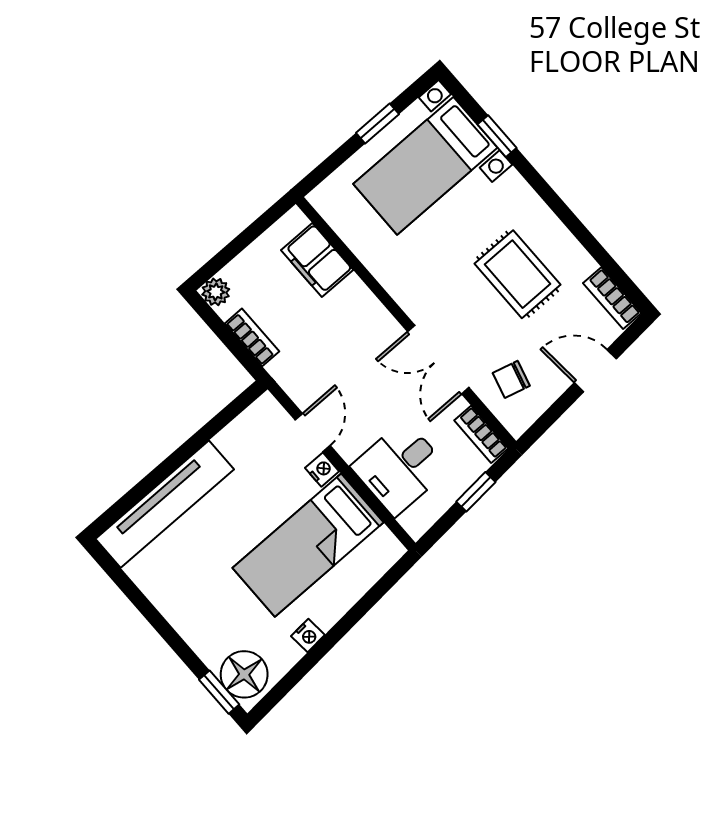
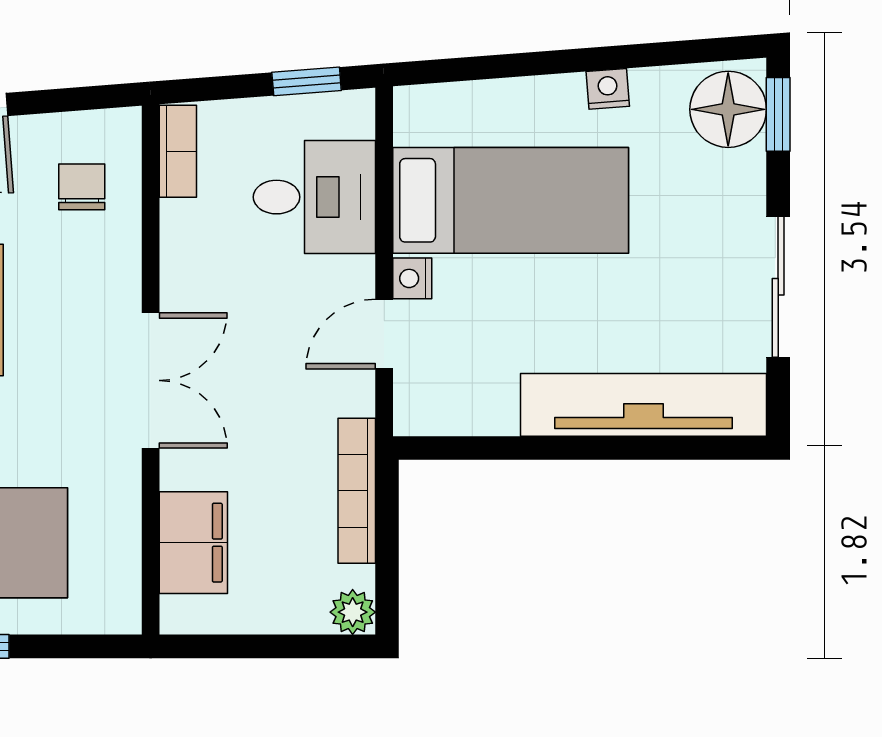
bookcase: (252, 337) -> (357, 491), width x1.56
double door: (438, 360) -> (151, 380), moved
chair: (511, 379) -> (82, 187), turned -105
window: (476, 492) -> (307, 81), moved
sliding door: (150, 613) -> (778, 287), added

